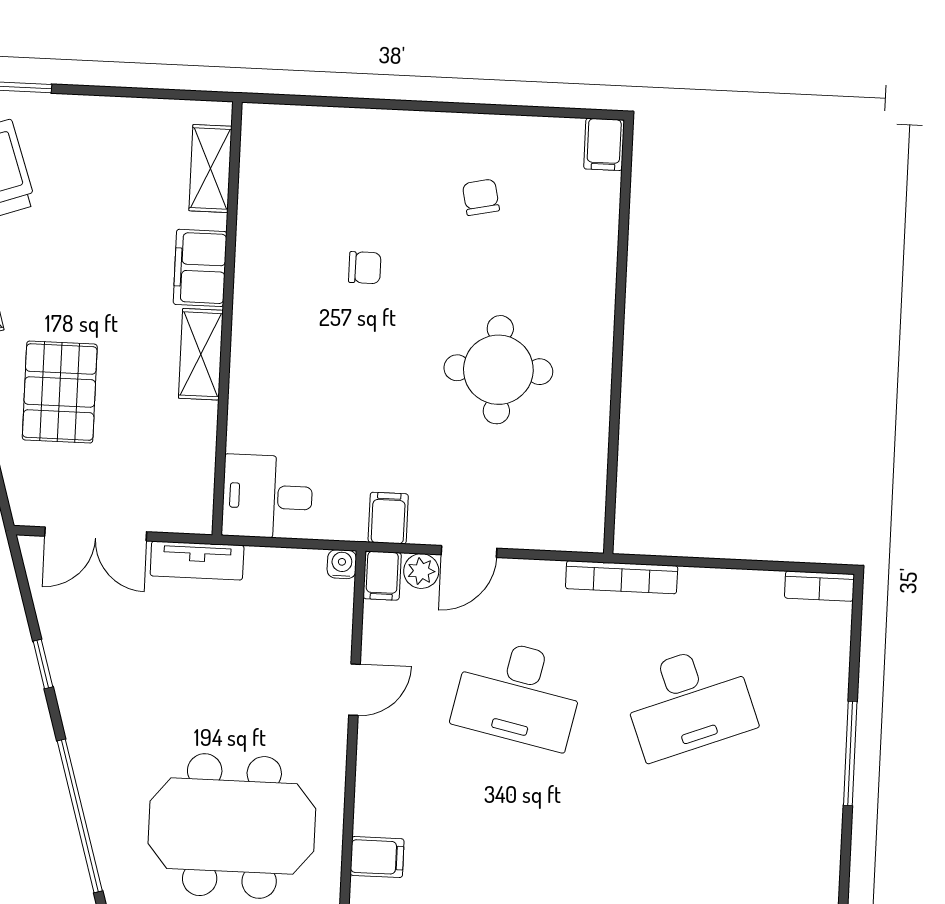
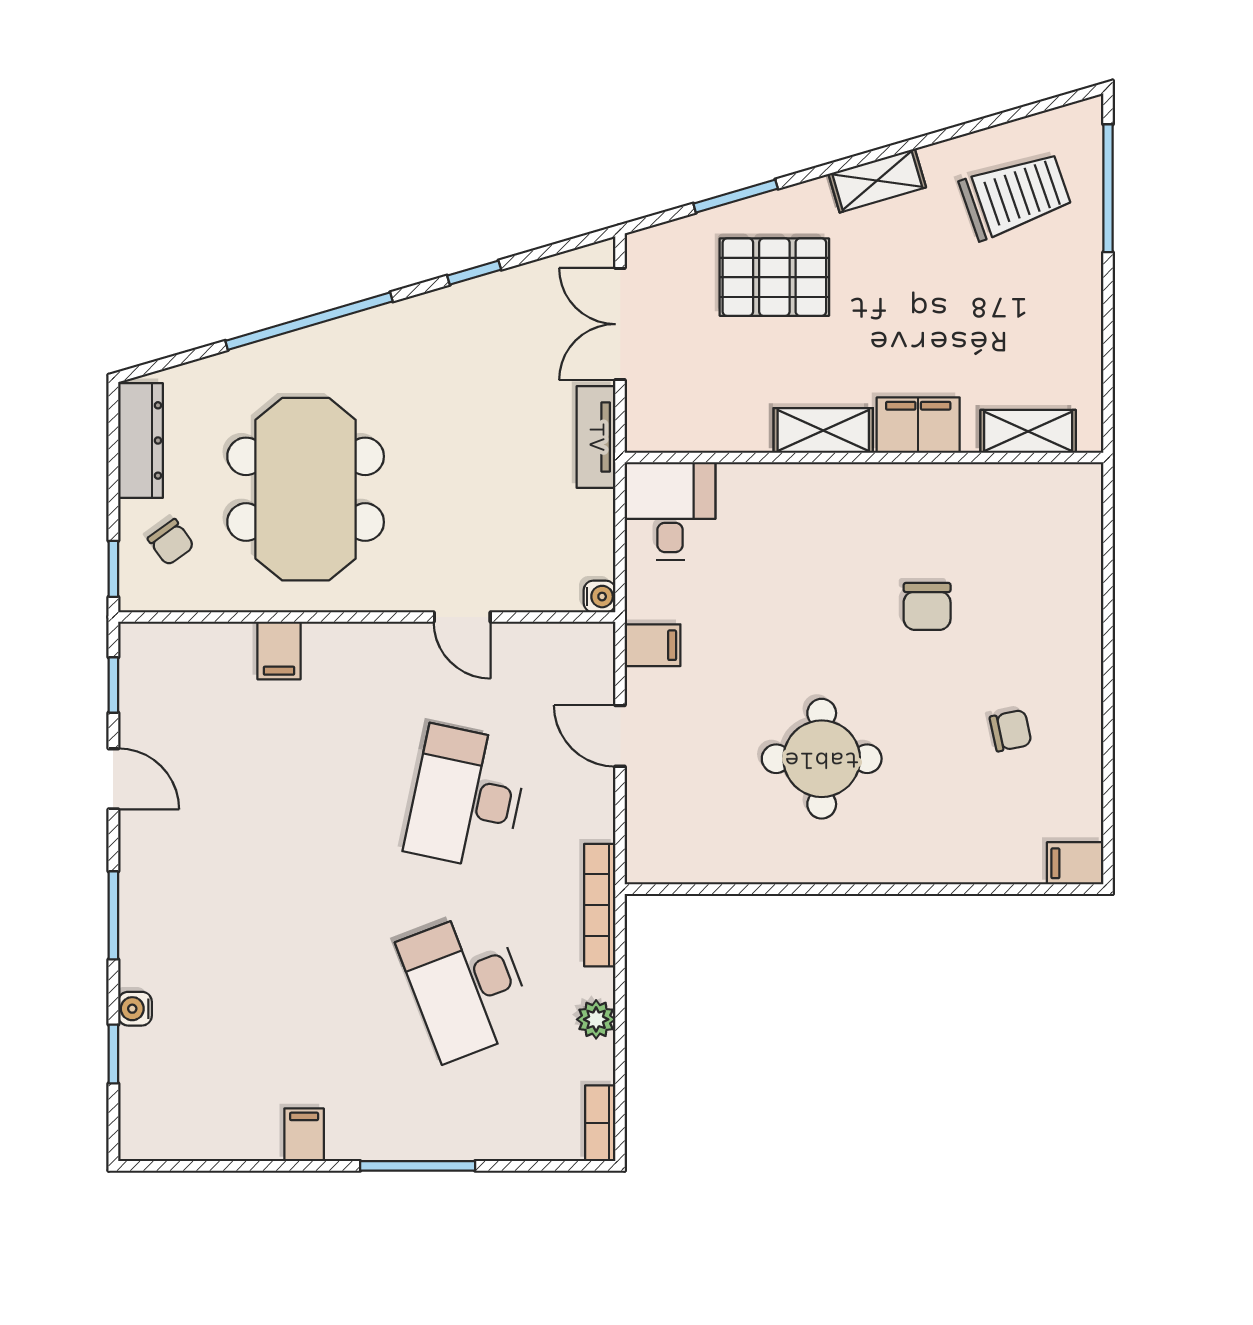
chair: (365, 268) -> (927, 606), width x1.37, depth x1.37
plant: (421, 571) -> (596, 1019), moved
filing cabinet: (382, 576) -> (304, 1135), moved, turned 90

